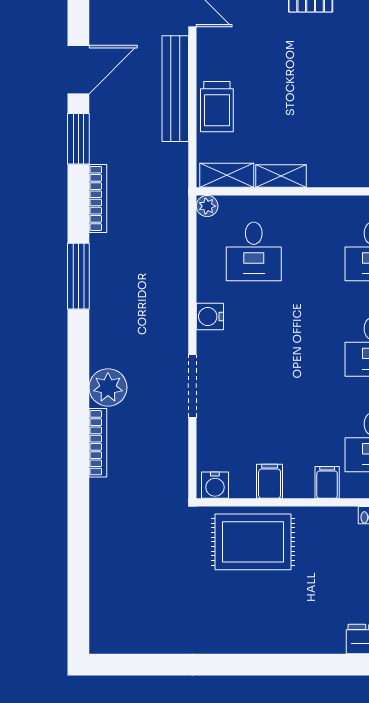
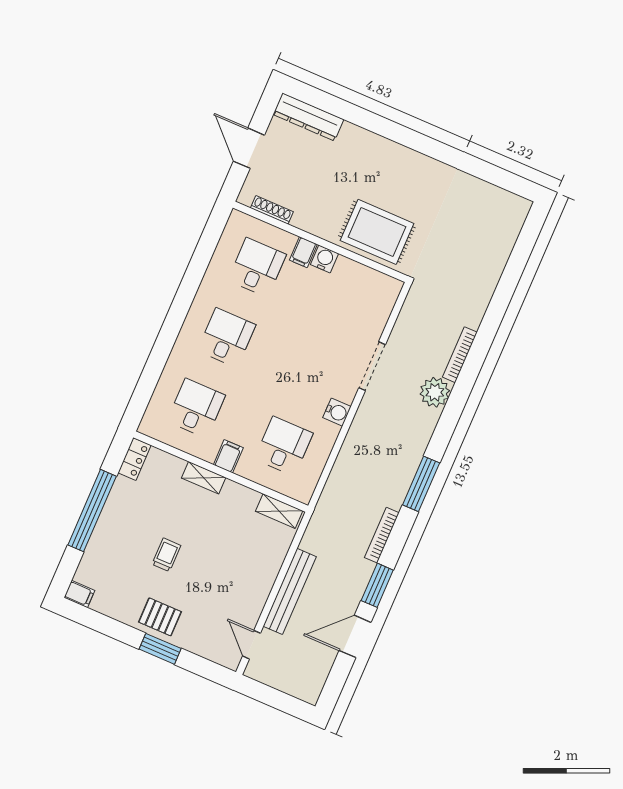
trolley: (217, 107) -> (166, 555), moved, width x0.73, depth x0.72
shelving: (281, 176) -> (204, 478), moved
plant: (207, 206) -> (304, 495), removed
filing cabinet: (270, 481) -> (228, 456), moved, turned 180
water cooler: (215, 485) -> (325, 259), moved

